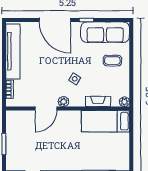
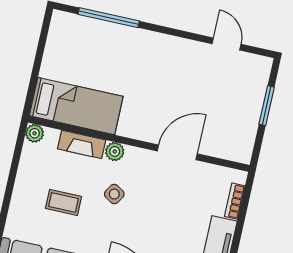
coffee table: (112, 60) -> (63, 202), moved
plant: (63, 102) -> (115, 151), moved

